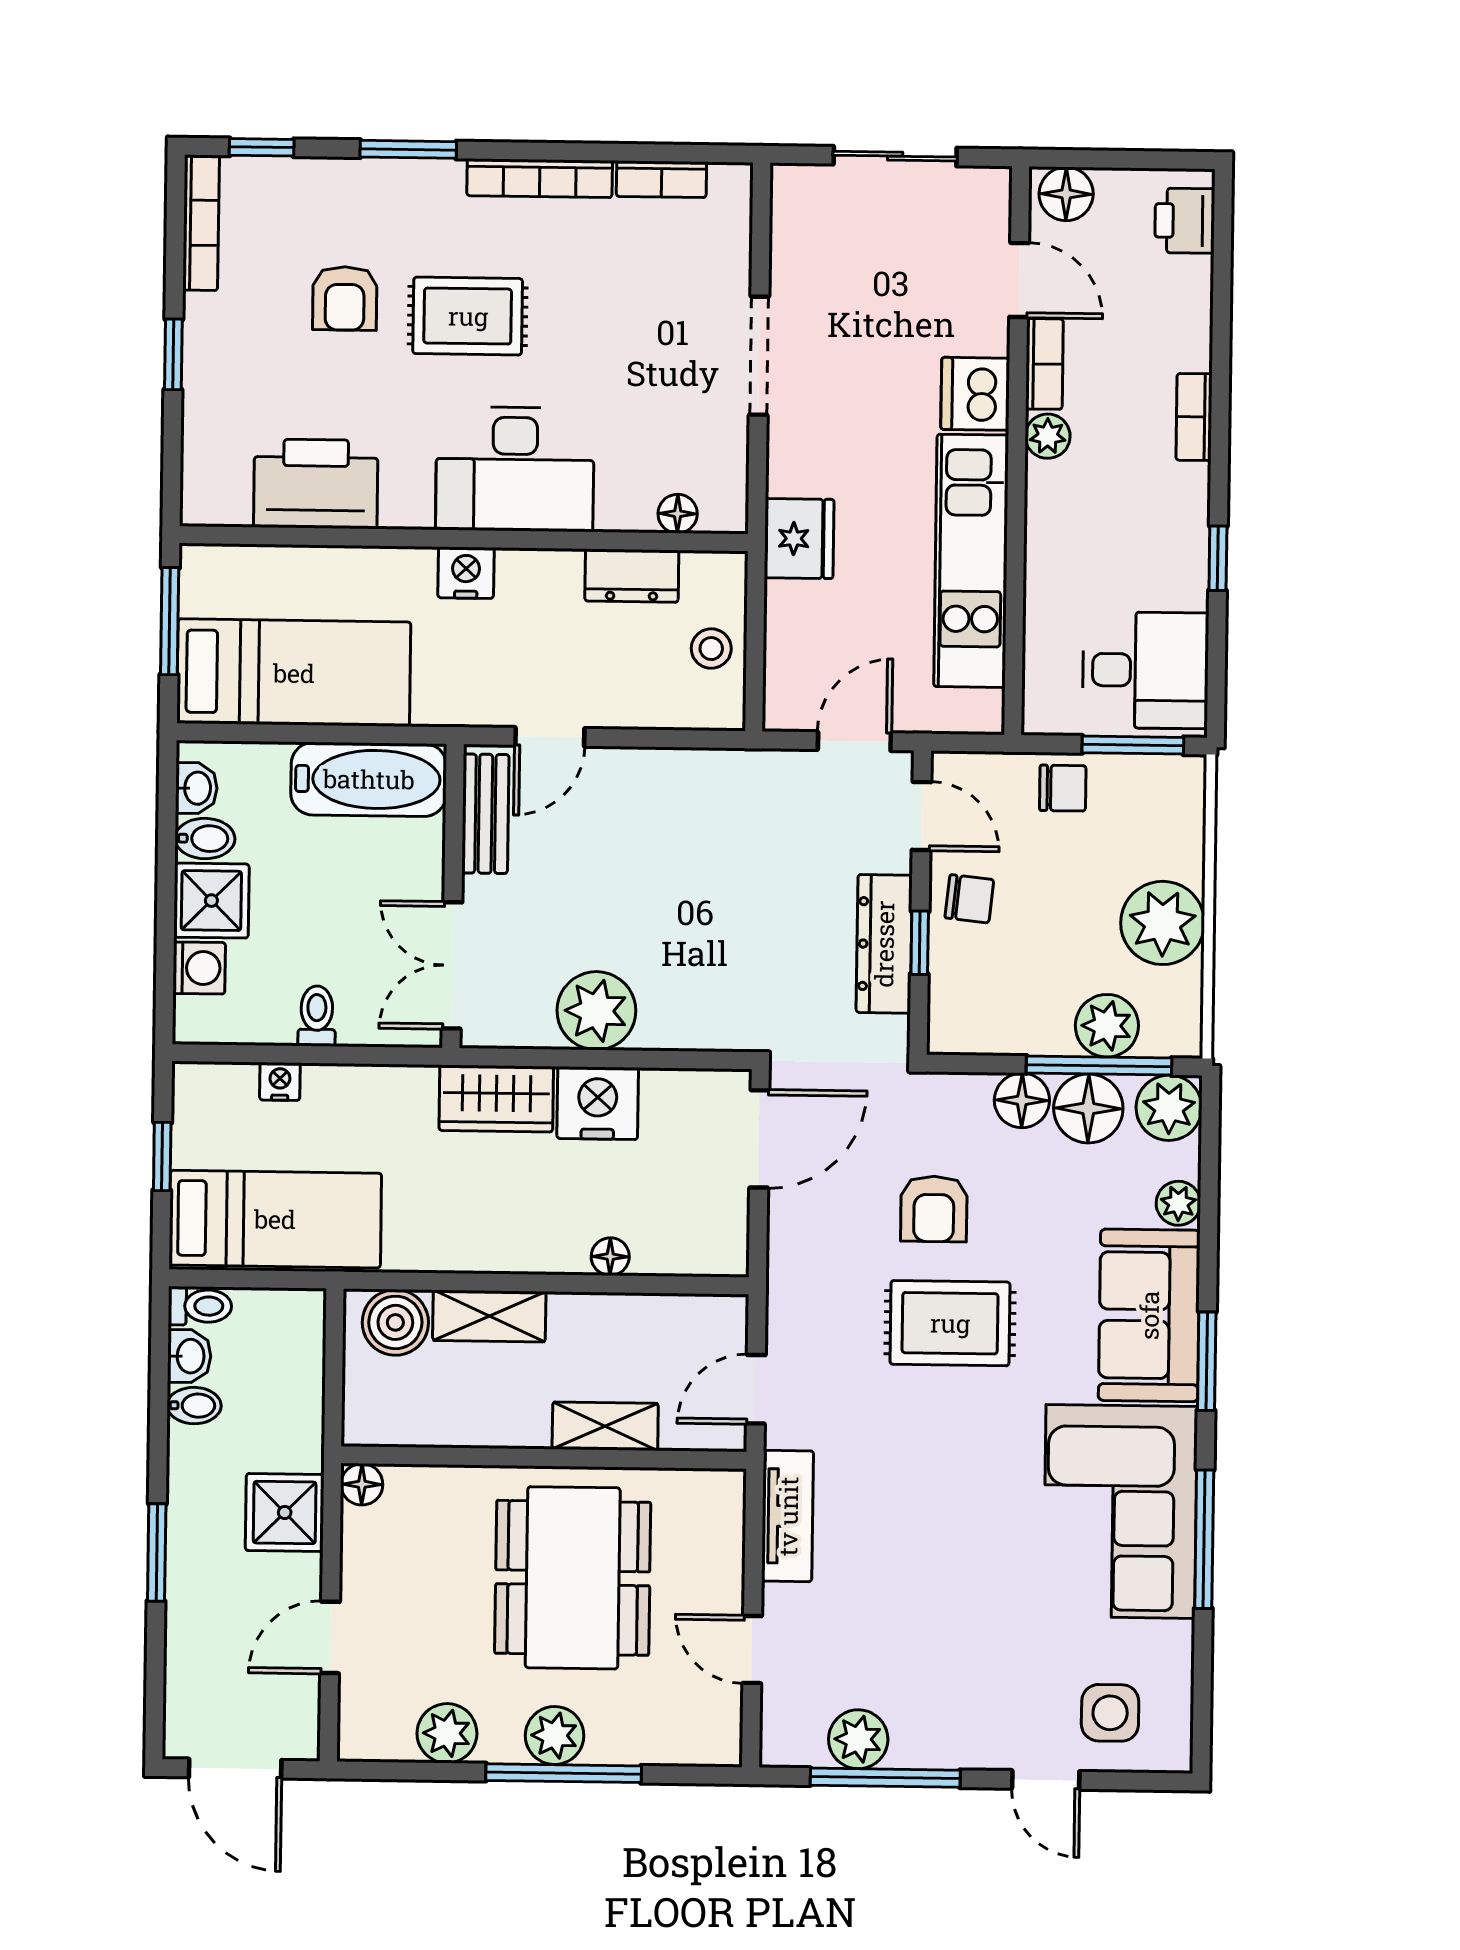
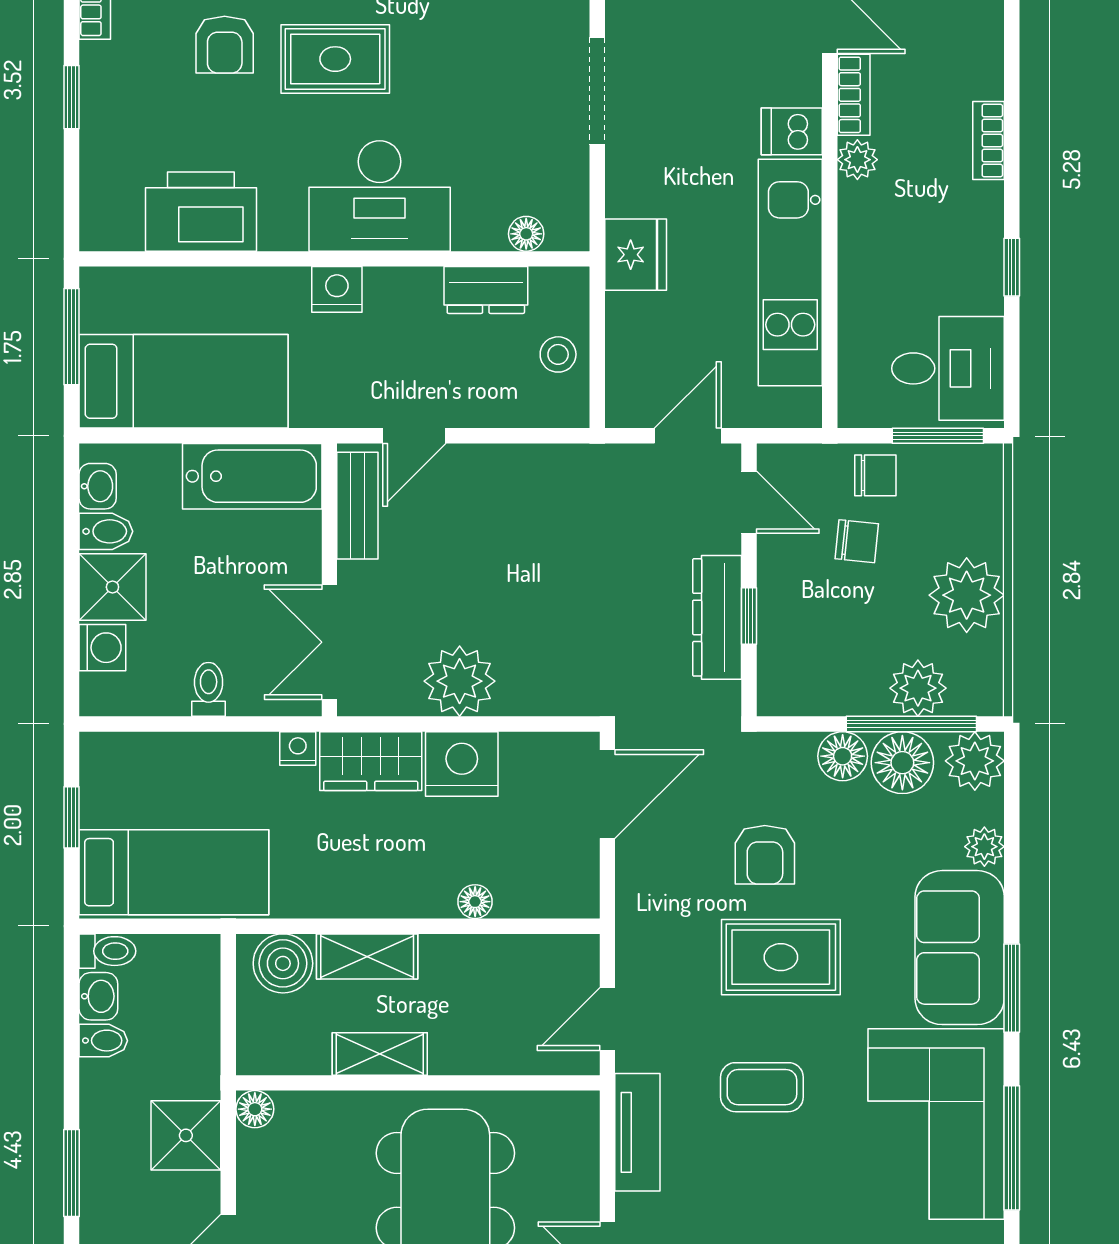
dishwasher: (975, 394) -> (792, 131), width x0.73
chair: (969, 899) -> (857, 541), moved
nightstand: (280, 1081) -> (298, 749), moved
shelving: (605, 1426) -> (380, 1054), moved
coffee table: (927, 1468) -> (762, 1087), added

